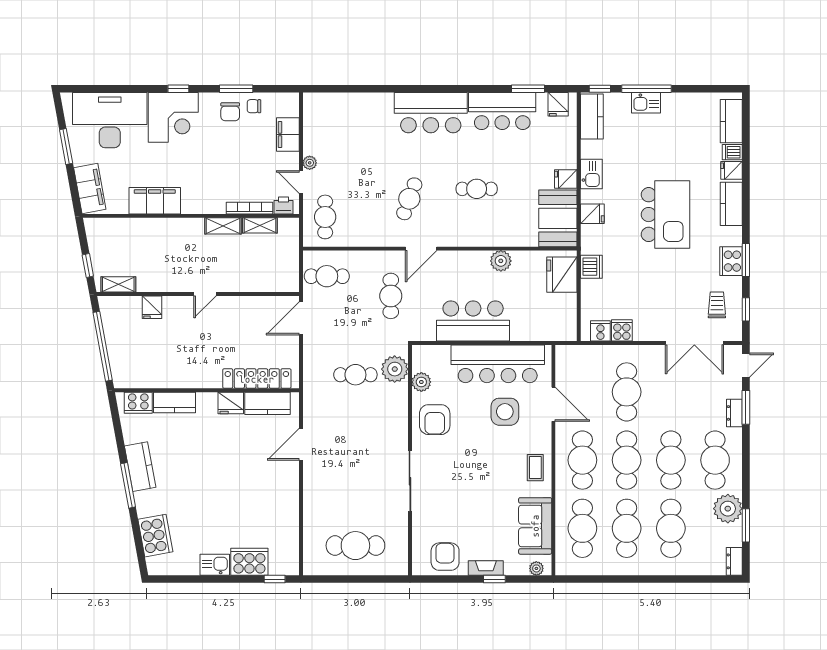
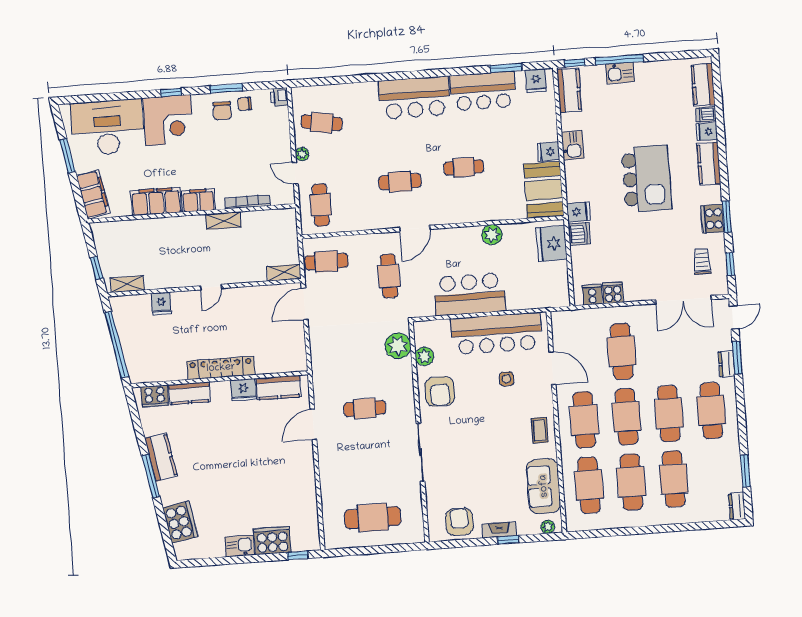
cafe table: (333, 132) -> (322, 123), added
filing cabinet: (288, 135) -> (198, 200), moved, turned 90
cafe table: (409, 199) -> (400, 182), turned 70
printer: (284, 205) -> (279, 97), moved, turned -90
fridge: (592, 214) -> (578, 212), moved
shelving: (260, 225) -> (284, 273), moved
cafe table: (355, 375) -> (365, 408), moved
locker: (257, 379) -> (221, 368), moved
side table: (505, 412) -> (506, 379), width x0.54, depth x0.54
plant: (728, 509) -> (727, 456), removed

